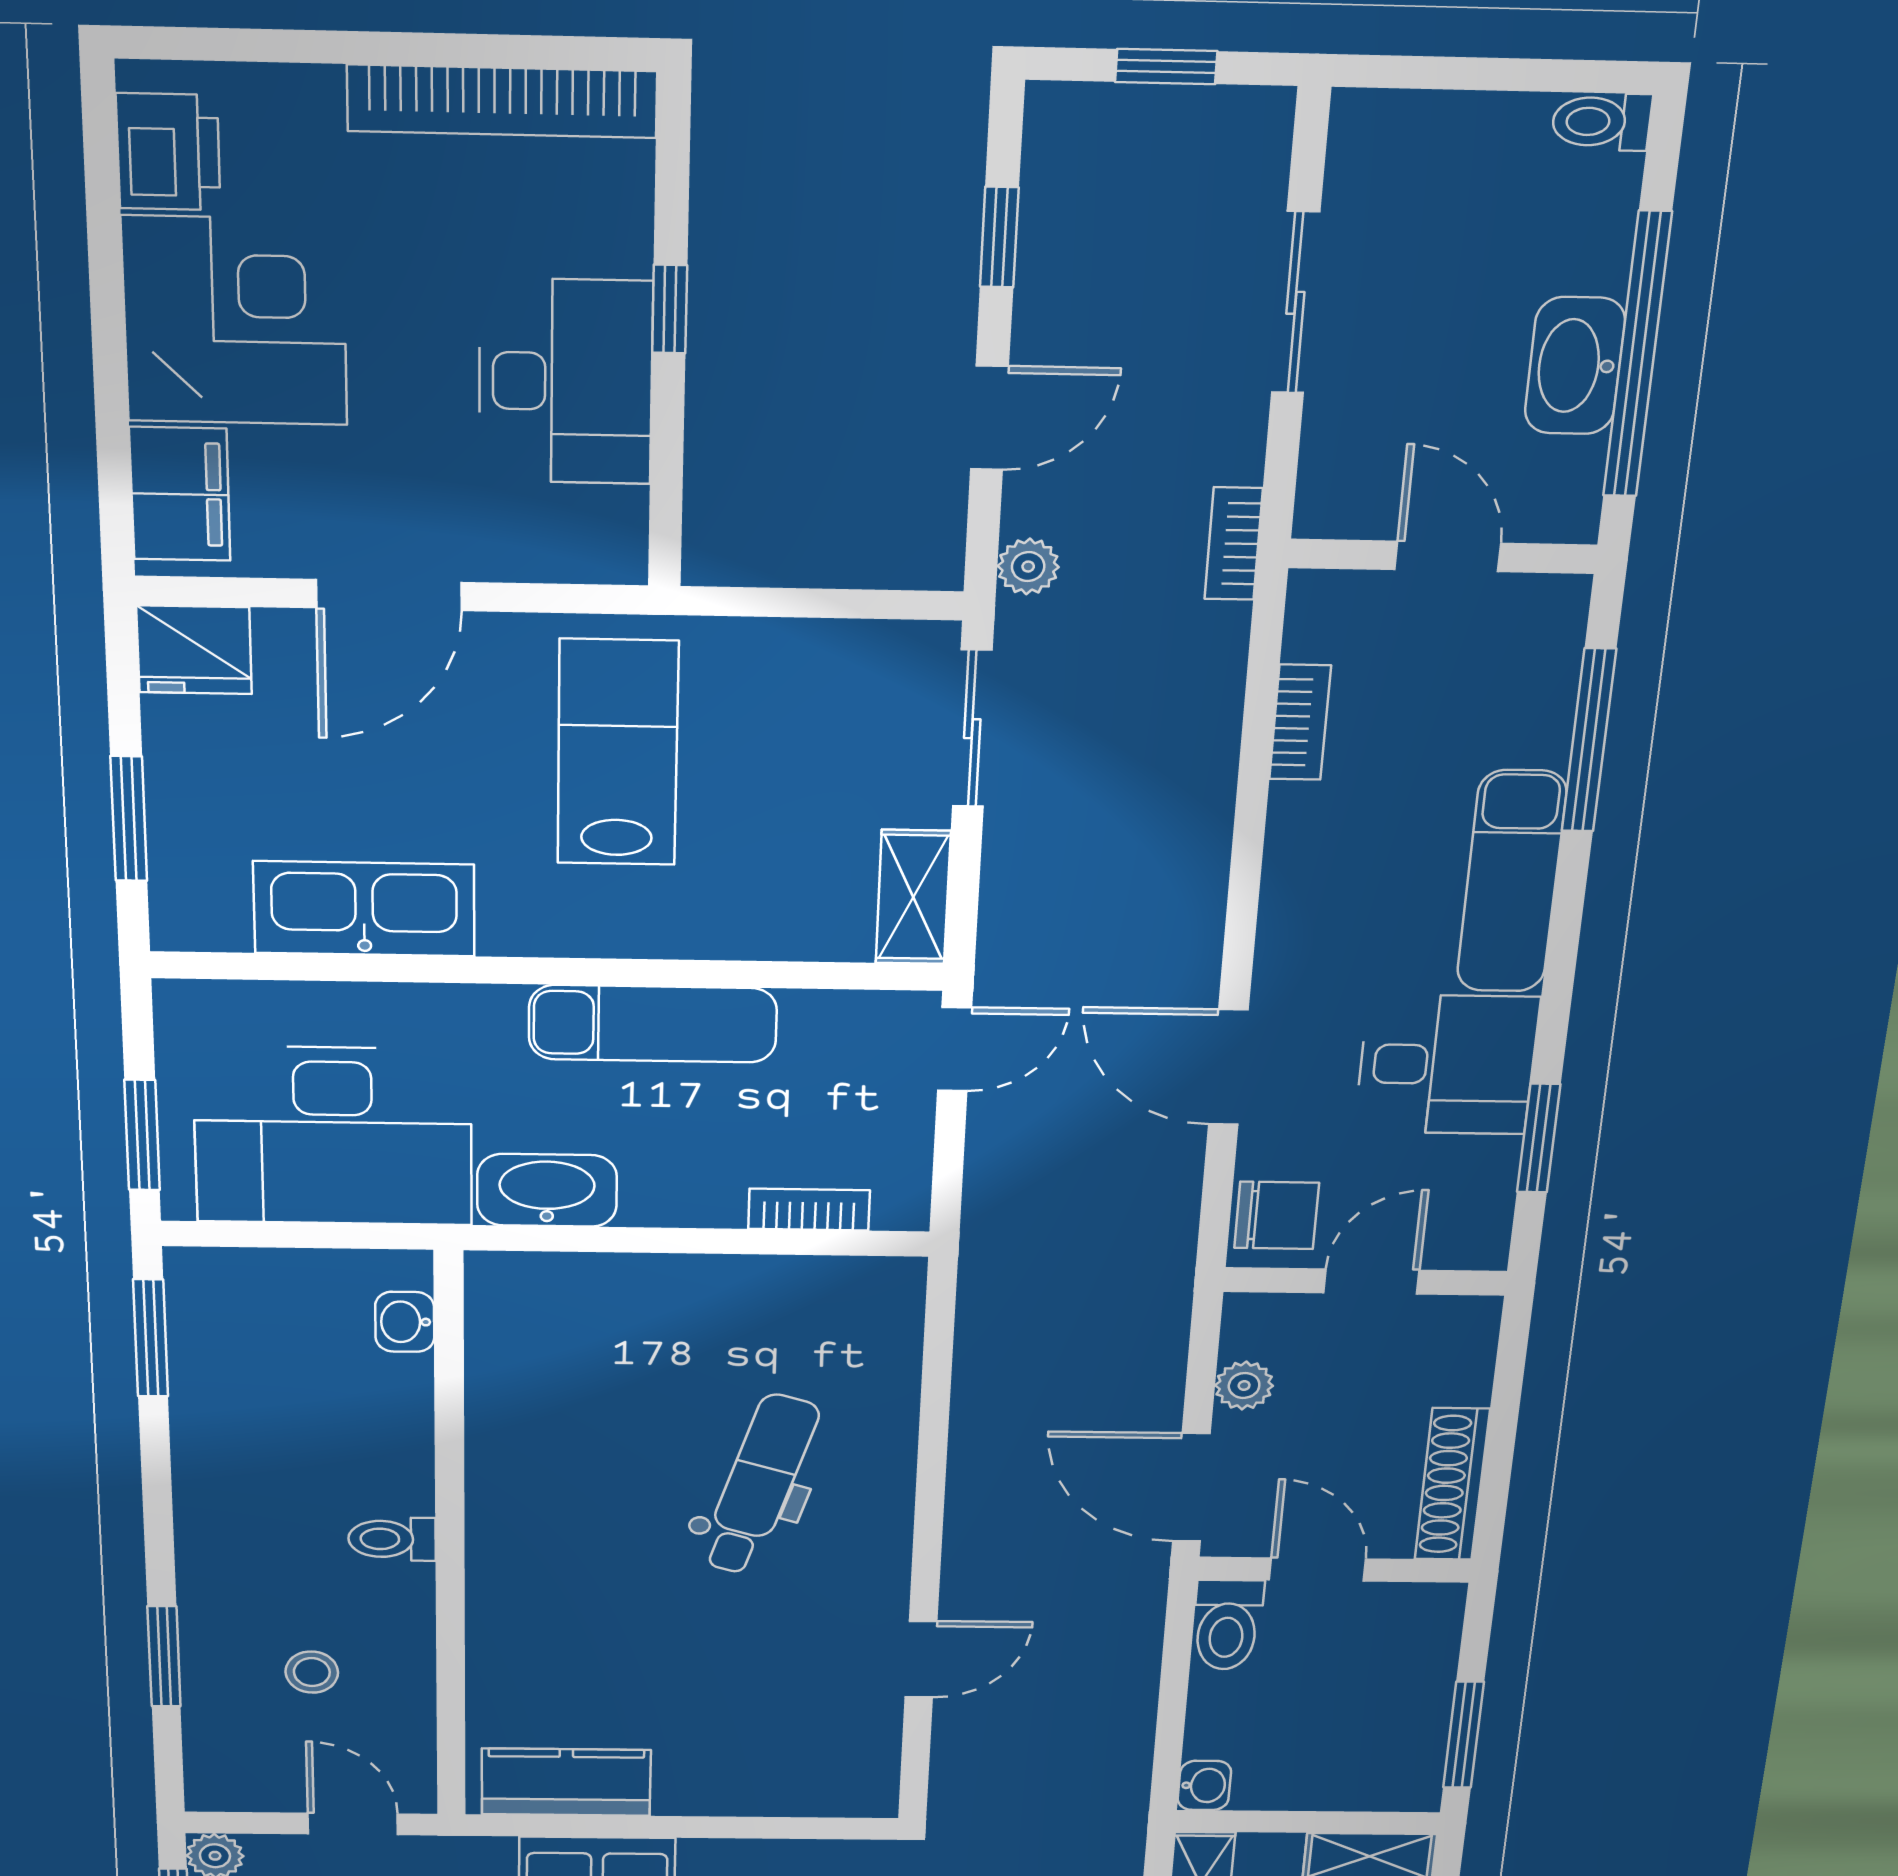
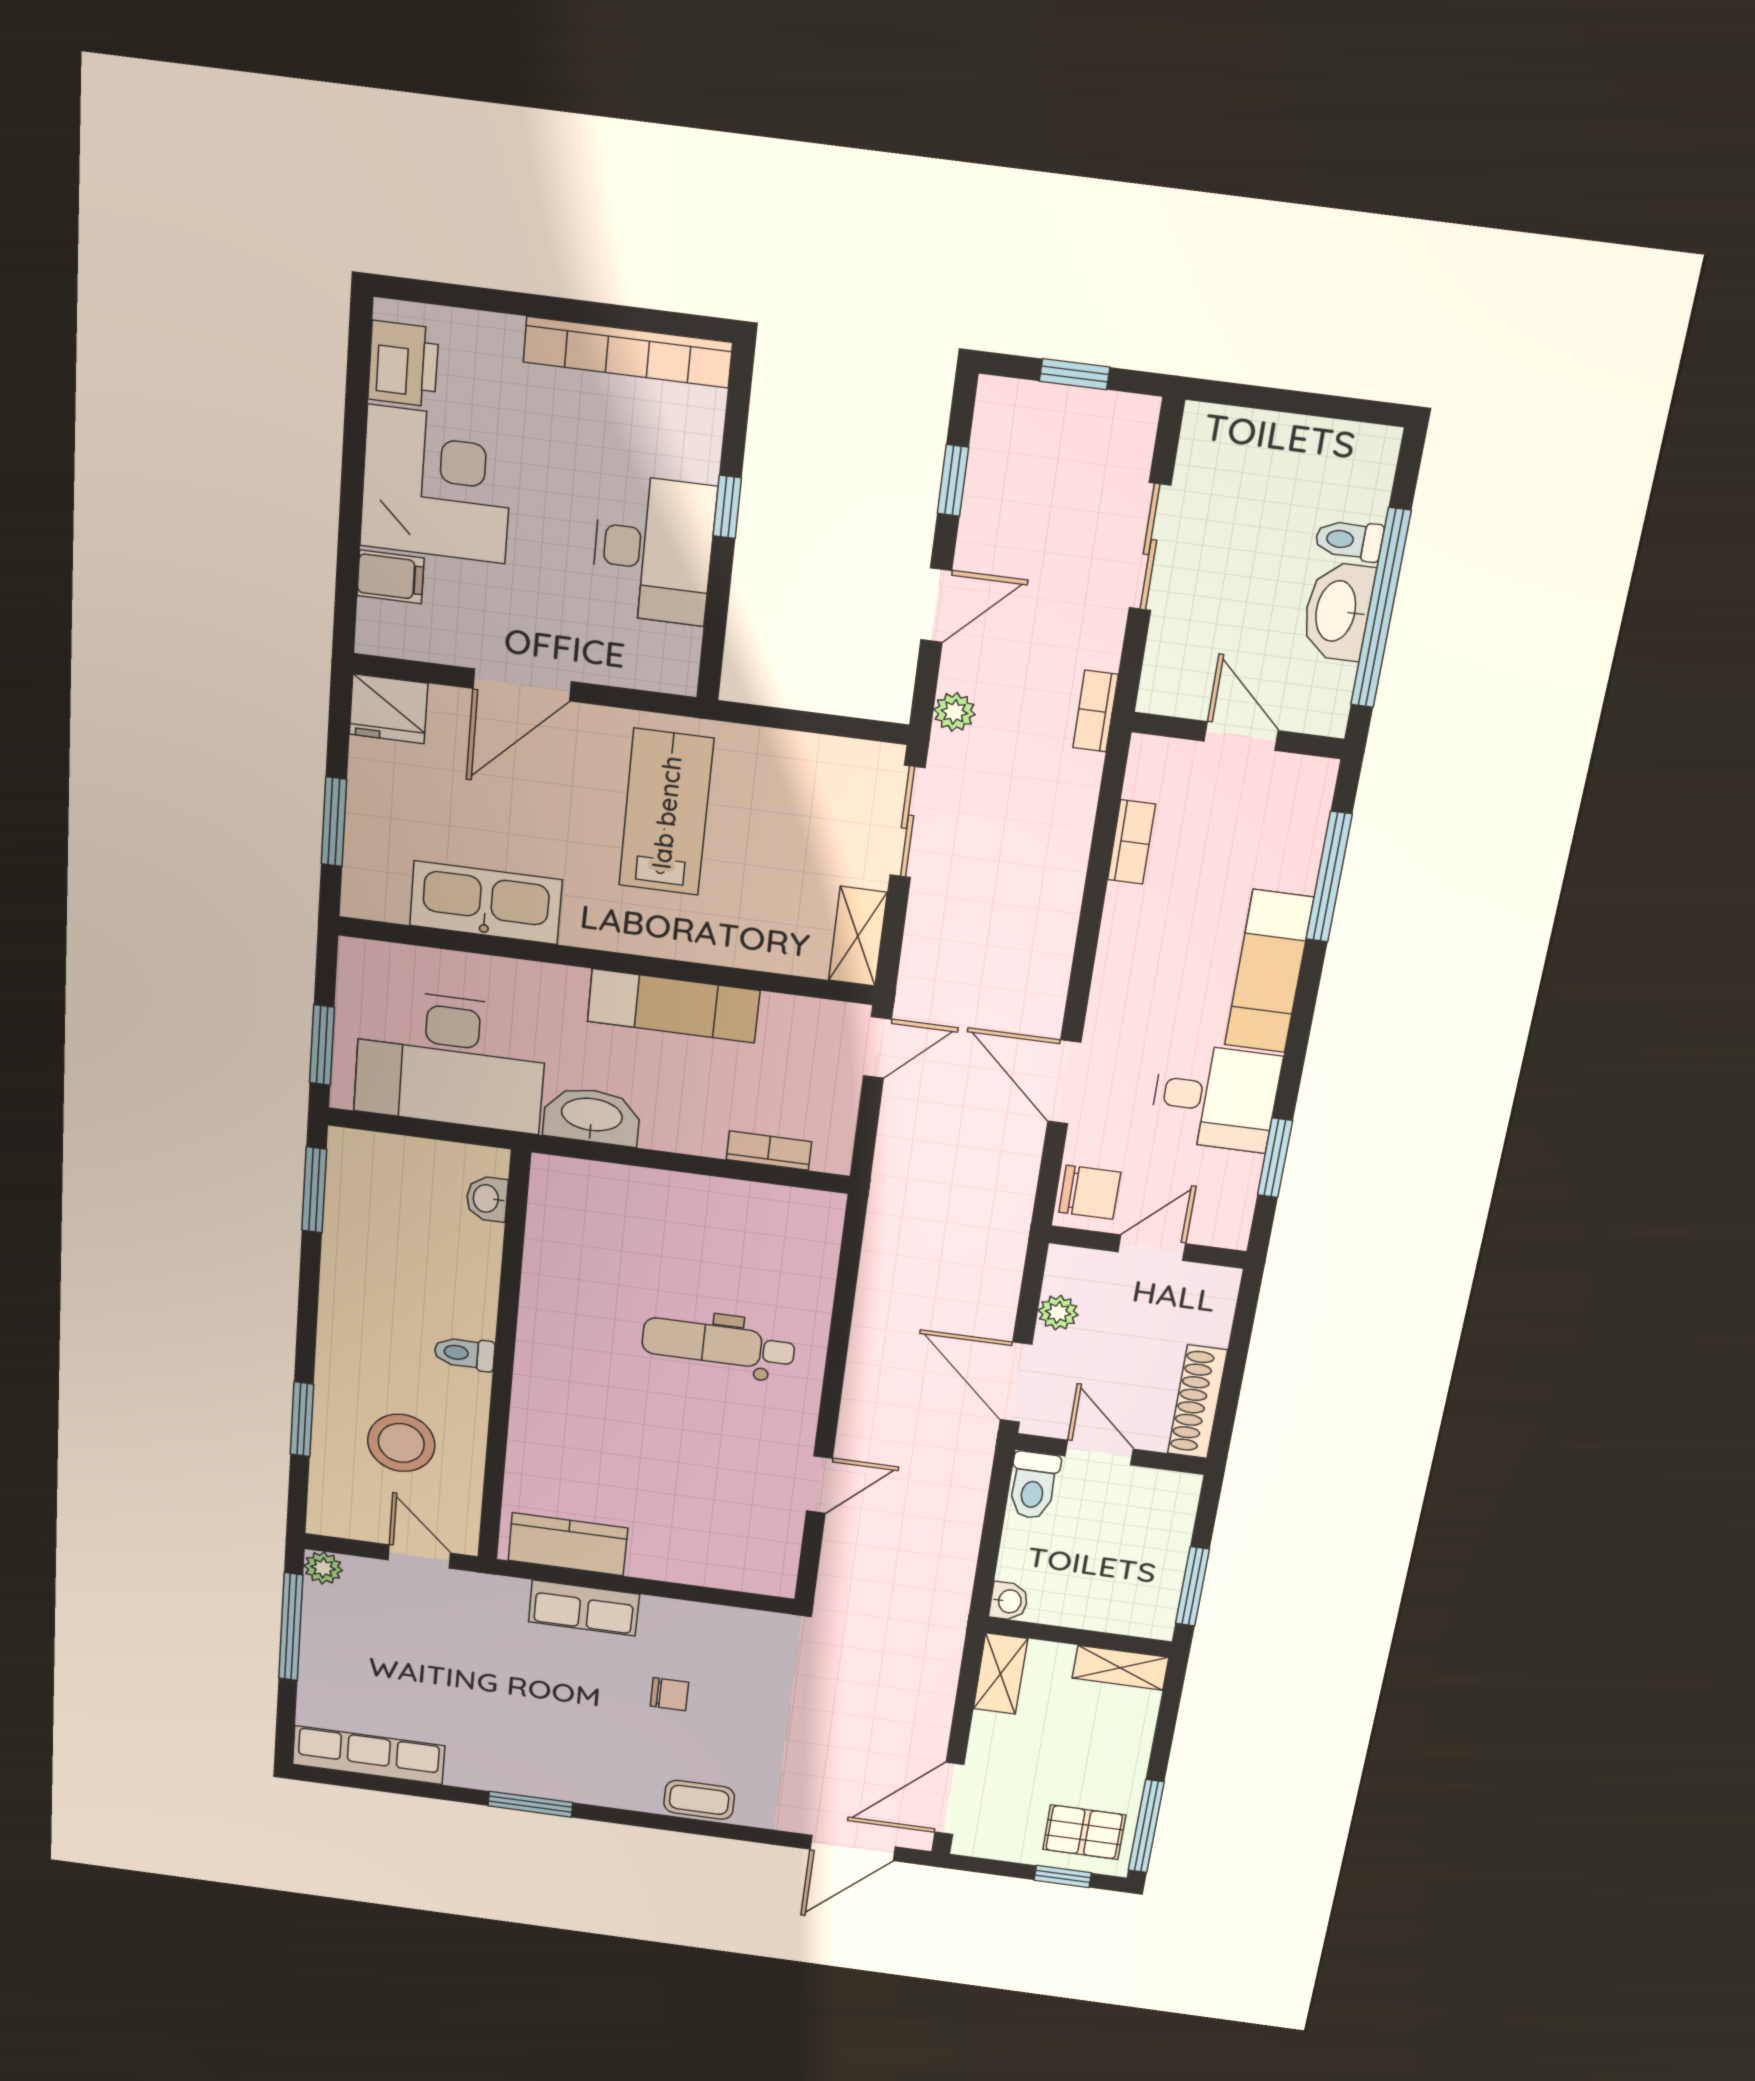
toilet: (1602, 122) -> (1349, 540), moved
filing cabinet: (180, 494) -> (390, 577), width x0.50
dental chair: (759, 1485) -> (718, 1344), turned -107
stool: (312, 1672) -> (401, 1443), width x1.89, depth x1.89

